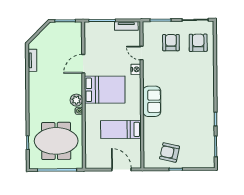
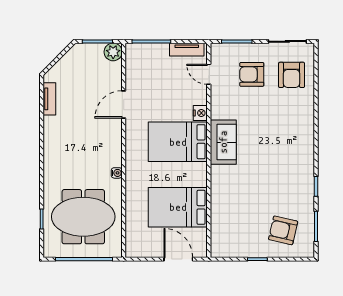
armchair: (171, 43) -> (252, 74), turned -90
armchair: (198, 43) -> (292, 75), turned 180
door: (142, 53) -> (209, 74), moved
bed: (105, 90) -> (178, 142), moved, turned 180
plant: (76, 100) -> (113, 52), moved
sofa: (152, 101) -> (223, 142), moved
bed: (121, 129) -> (178, 207), width x1.50
armchair: (170, 152) -> (283, 230), moved

